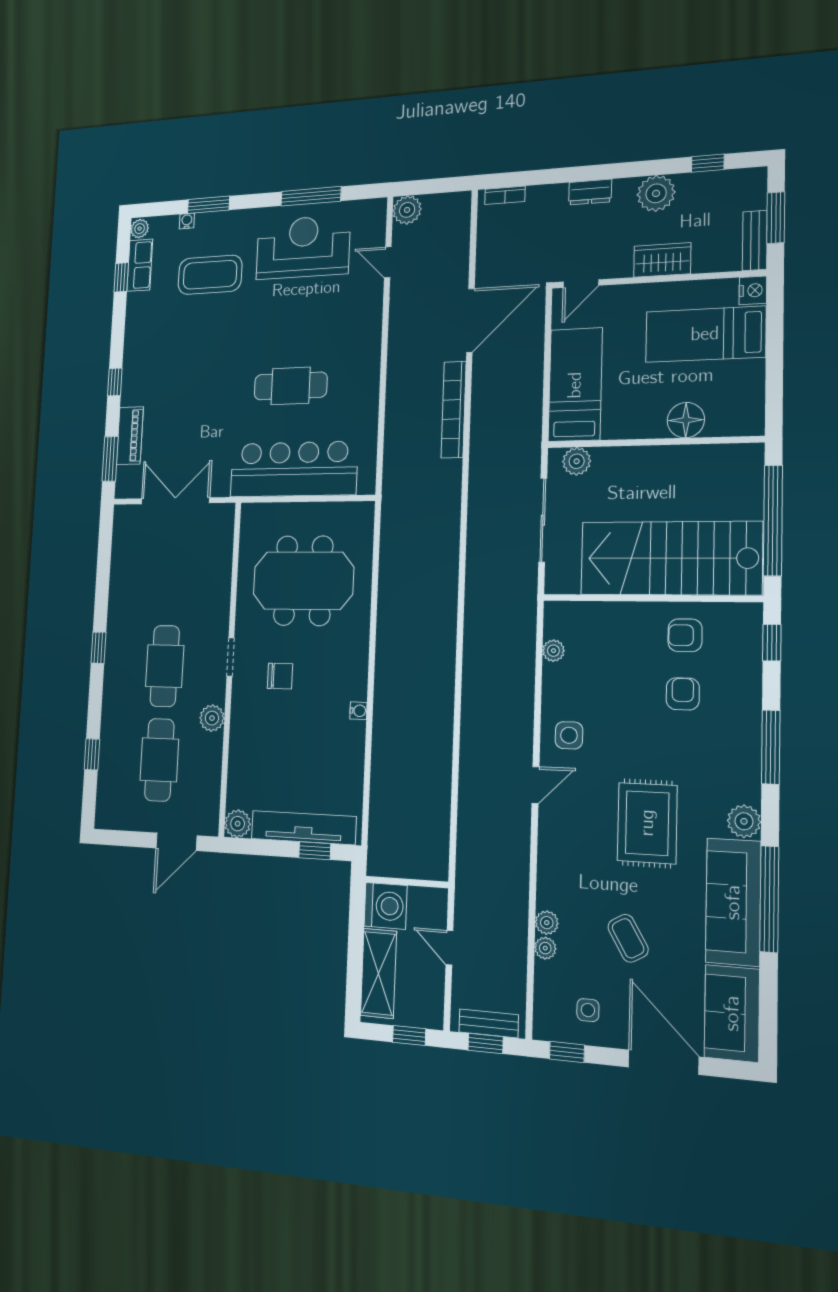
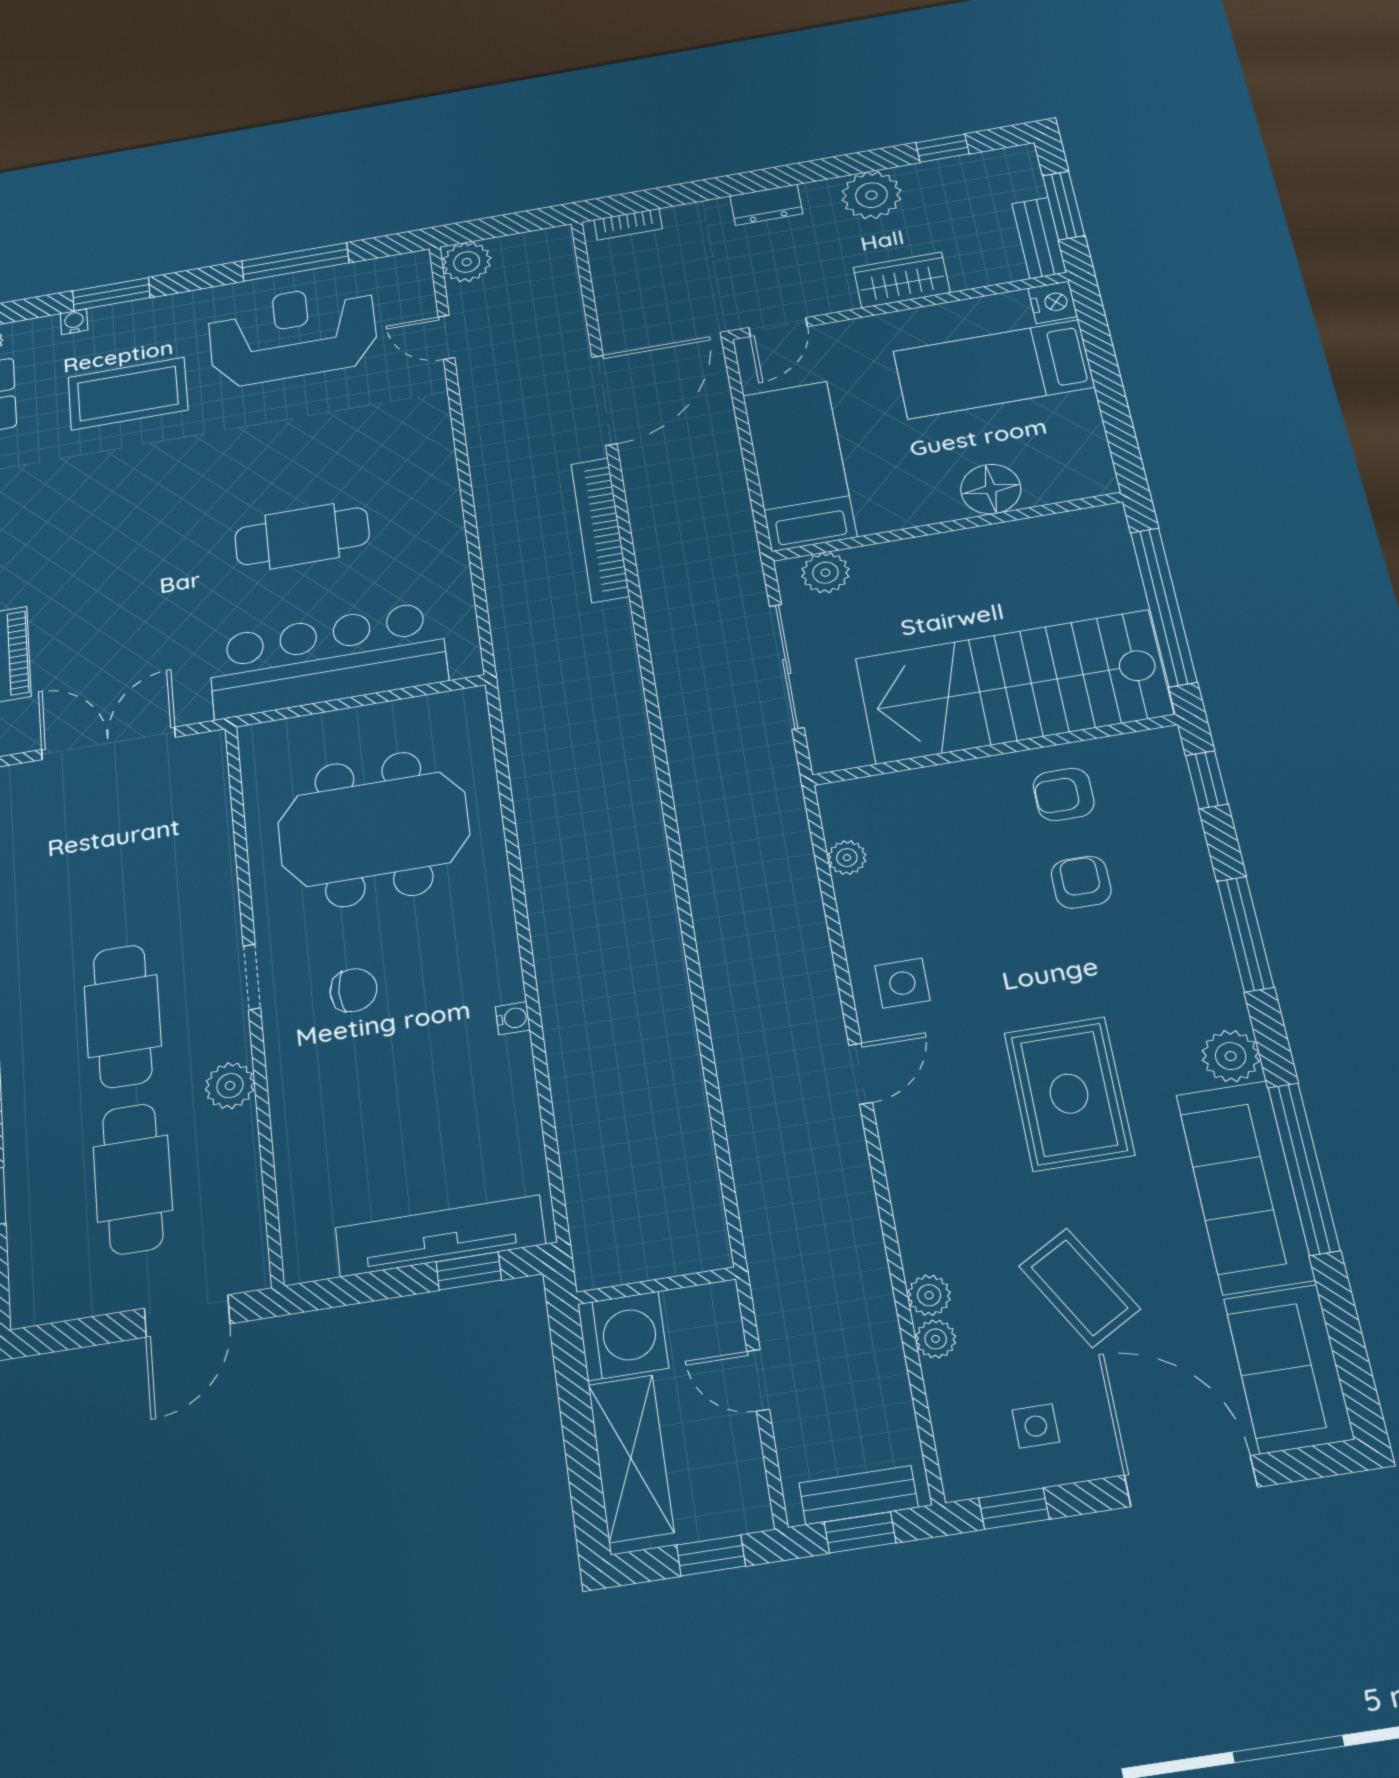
plant: (238, 824) -> (308, 1257), removed
coffee table: (628, 938) -> (1079, 1288), width x1.36, depth x1.30

